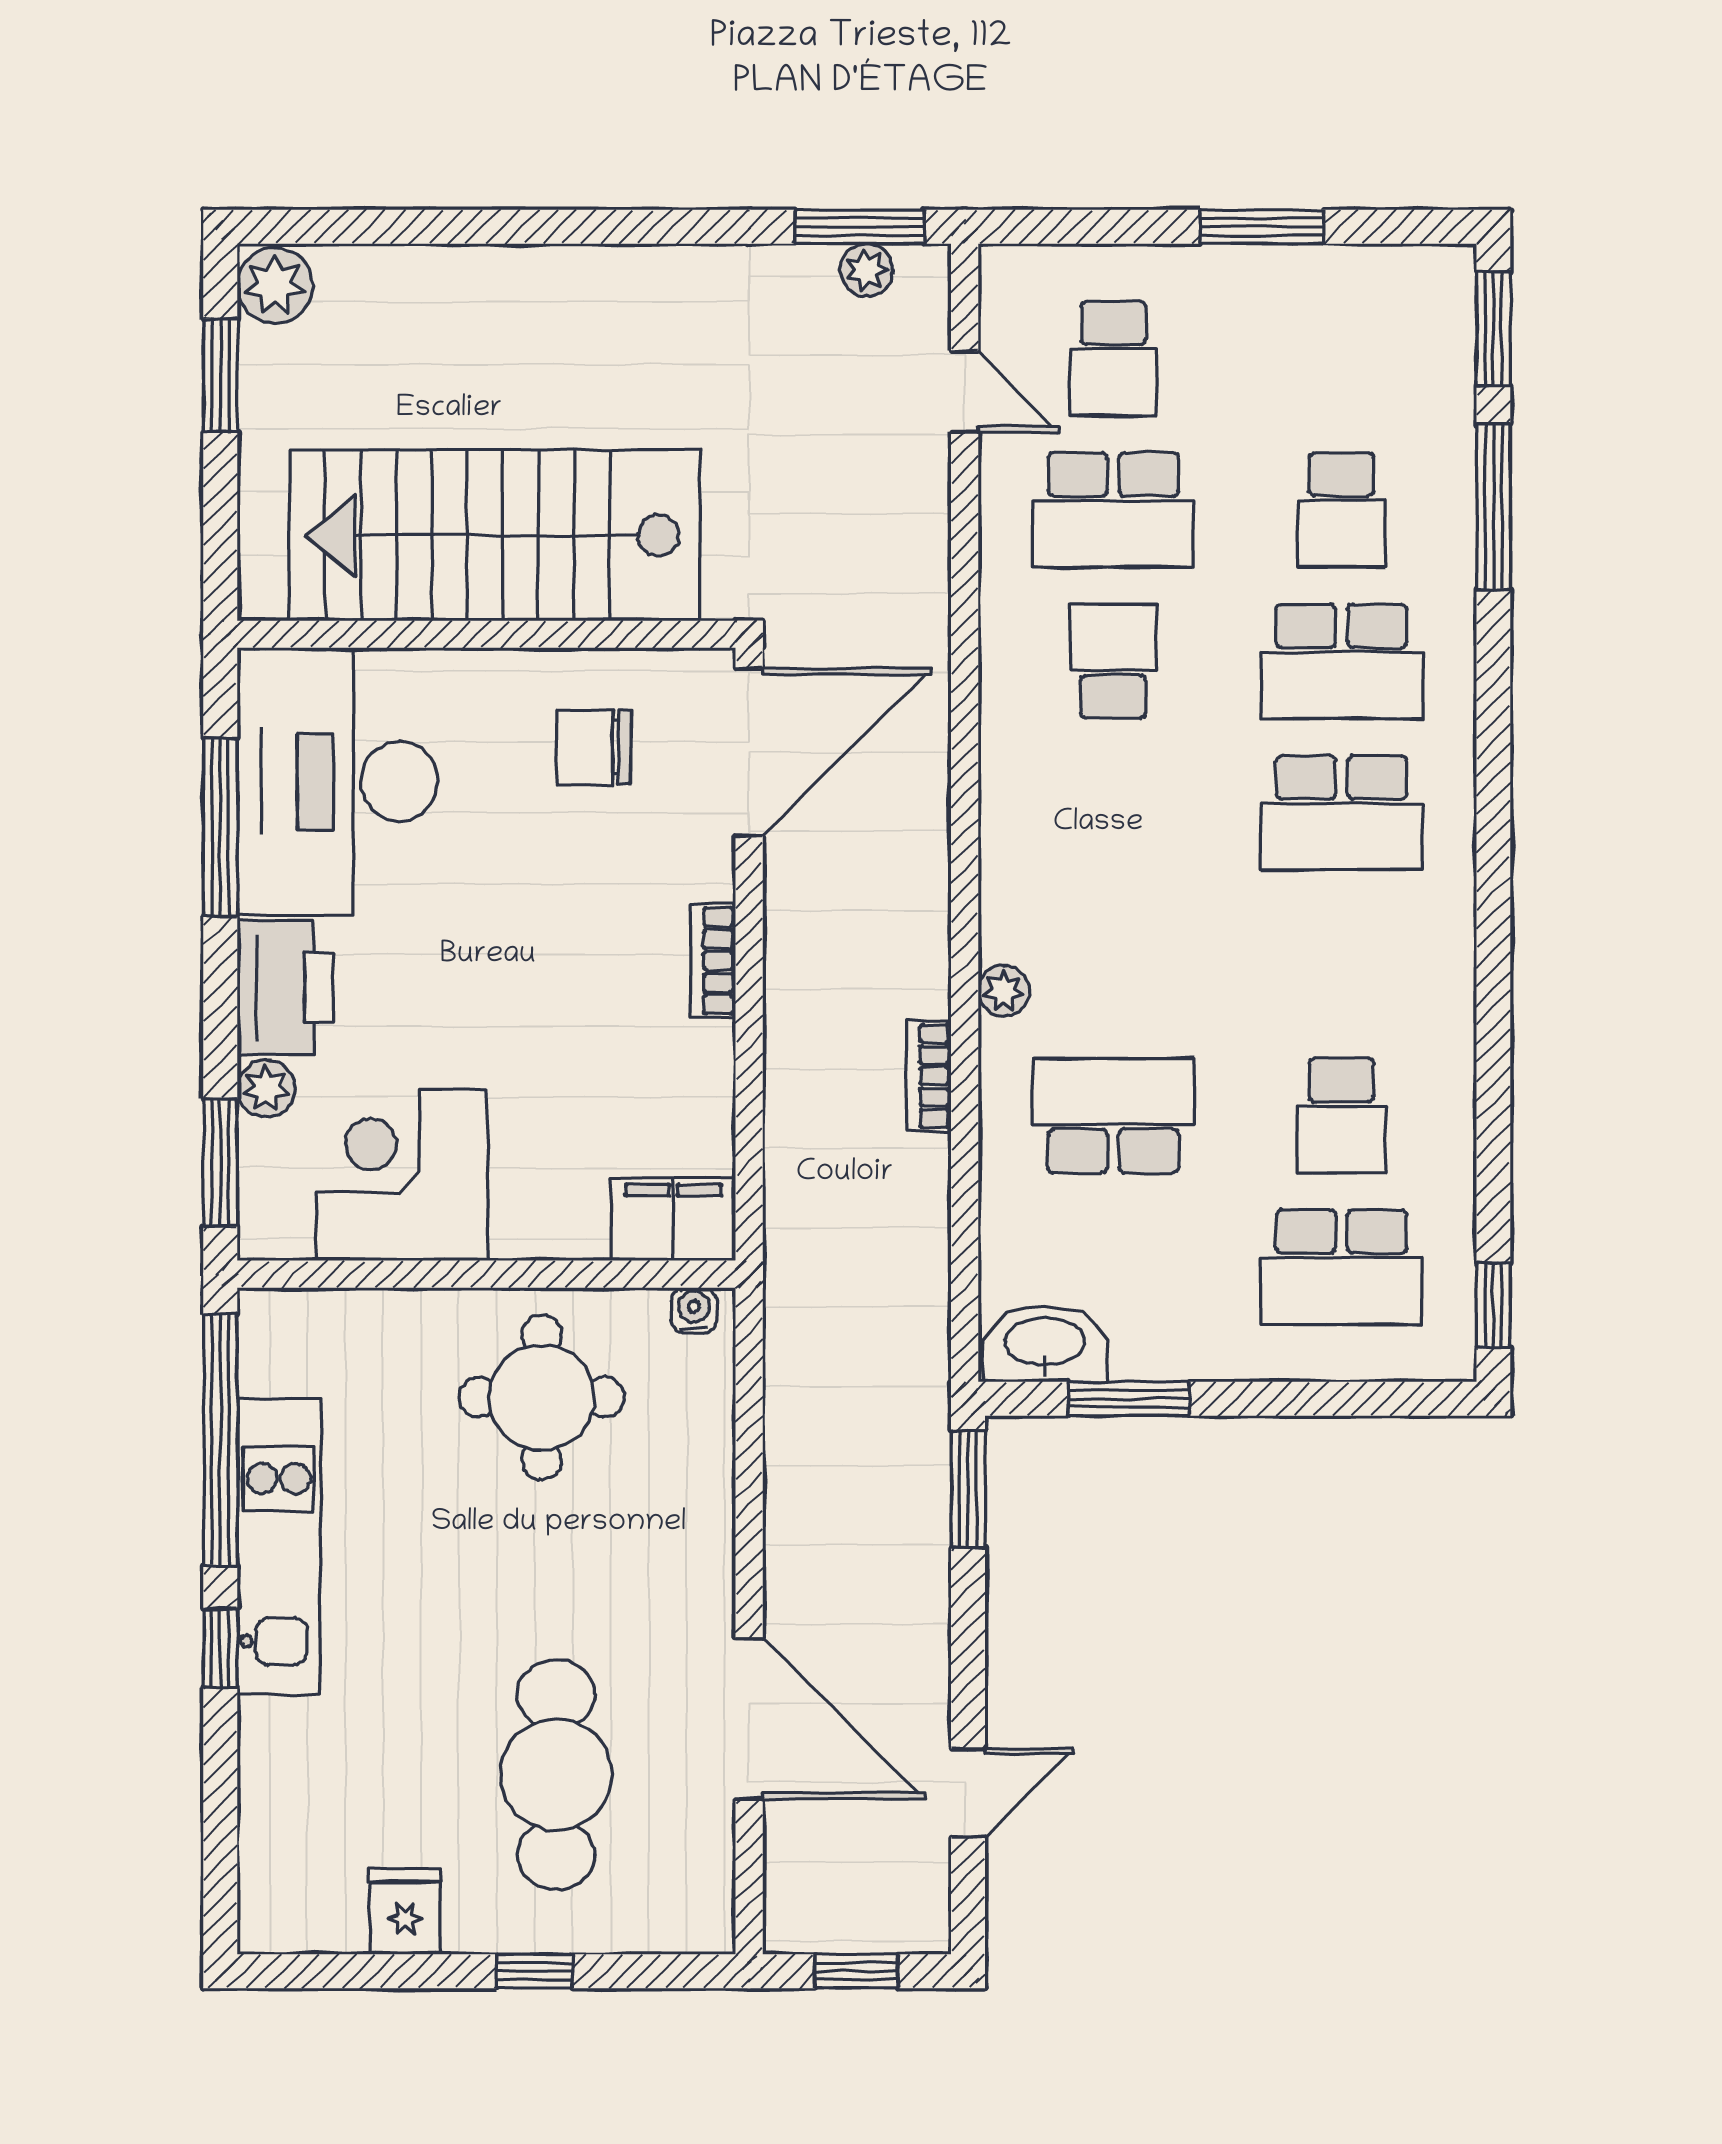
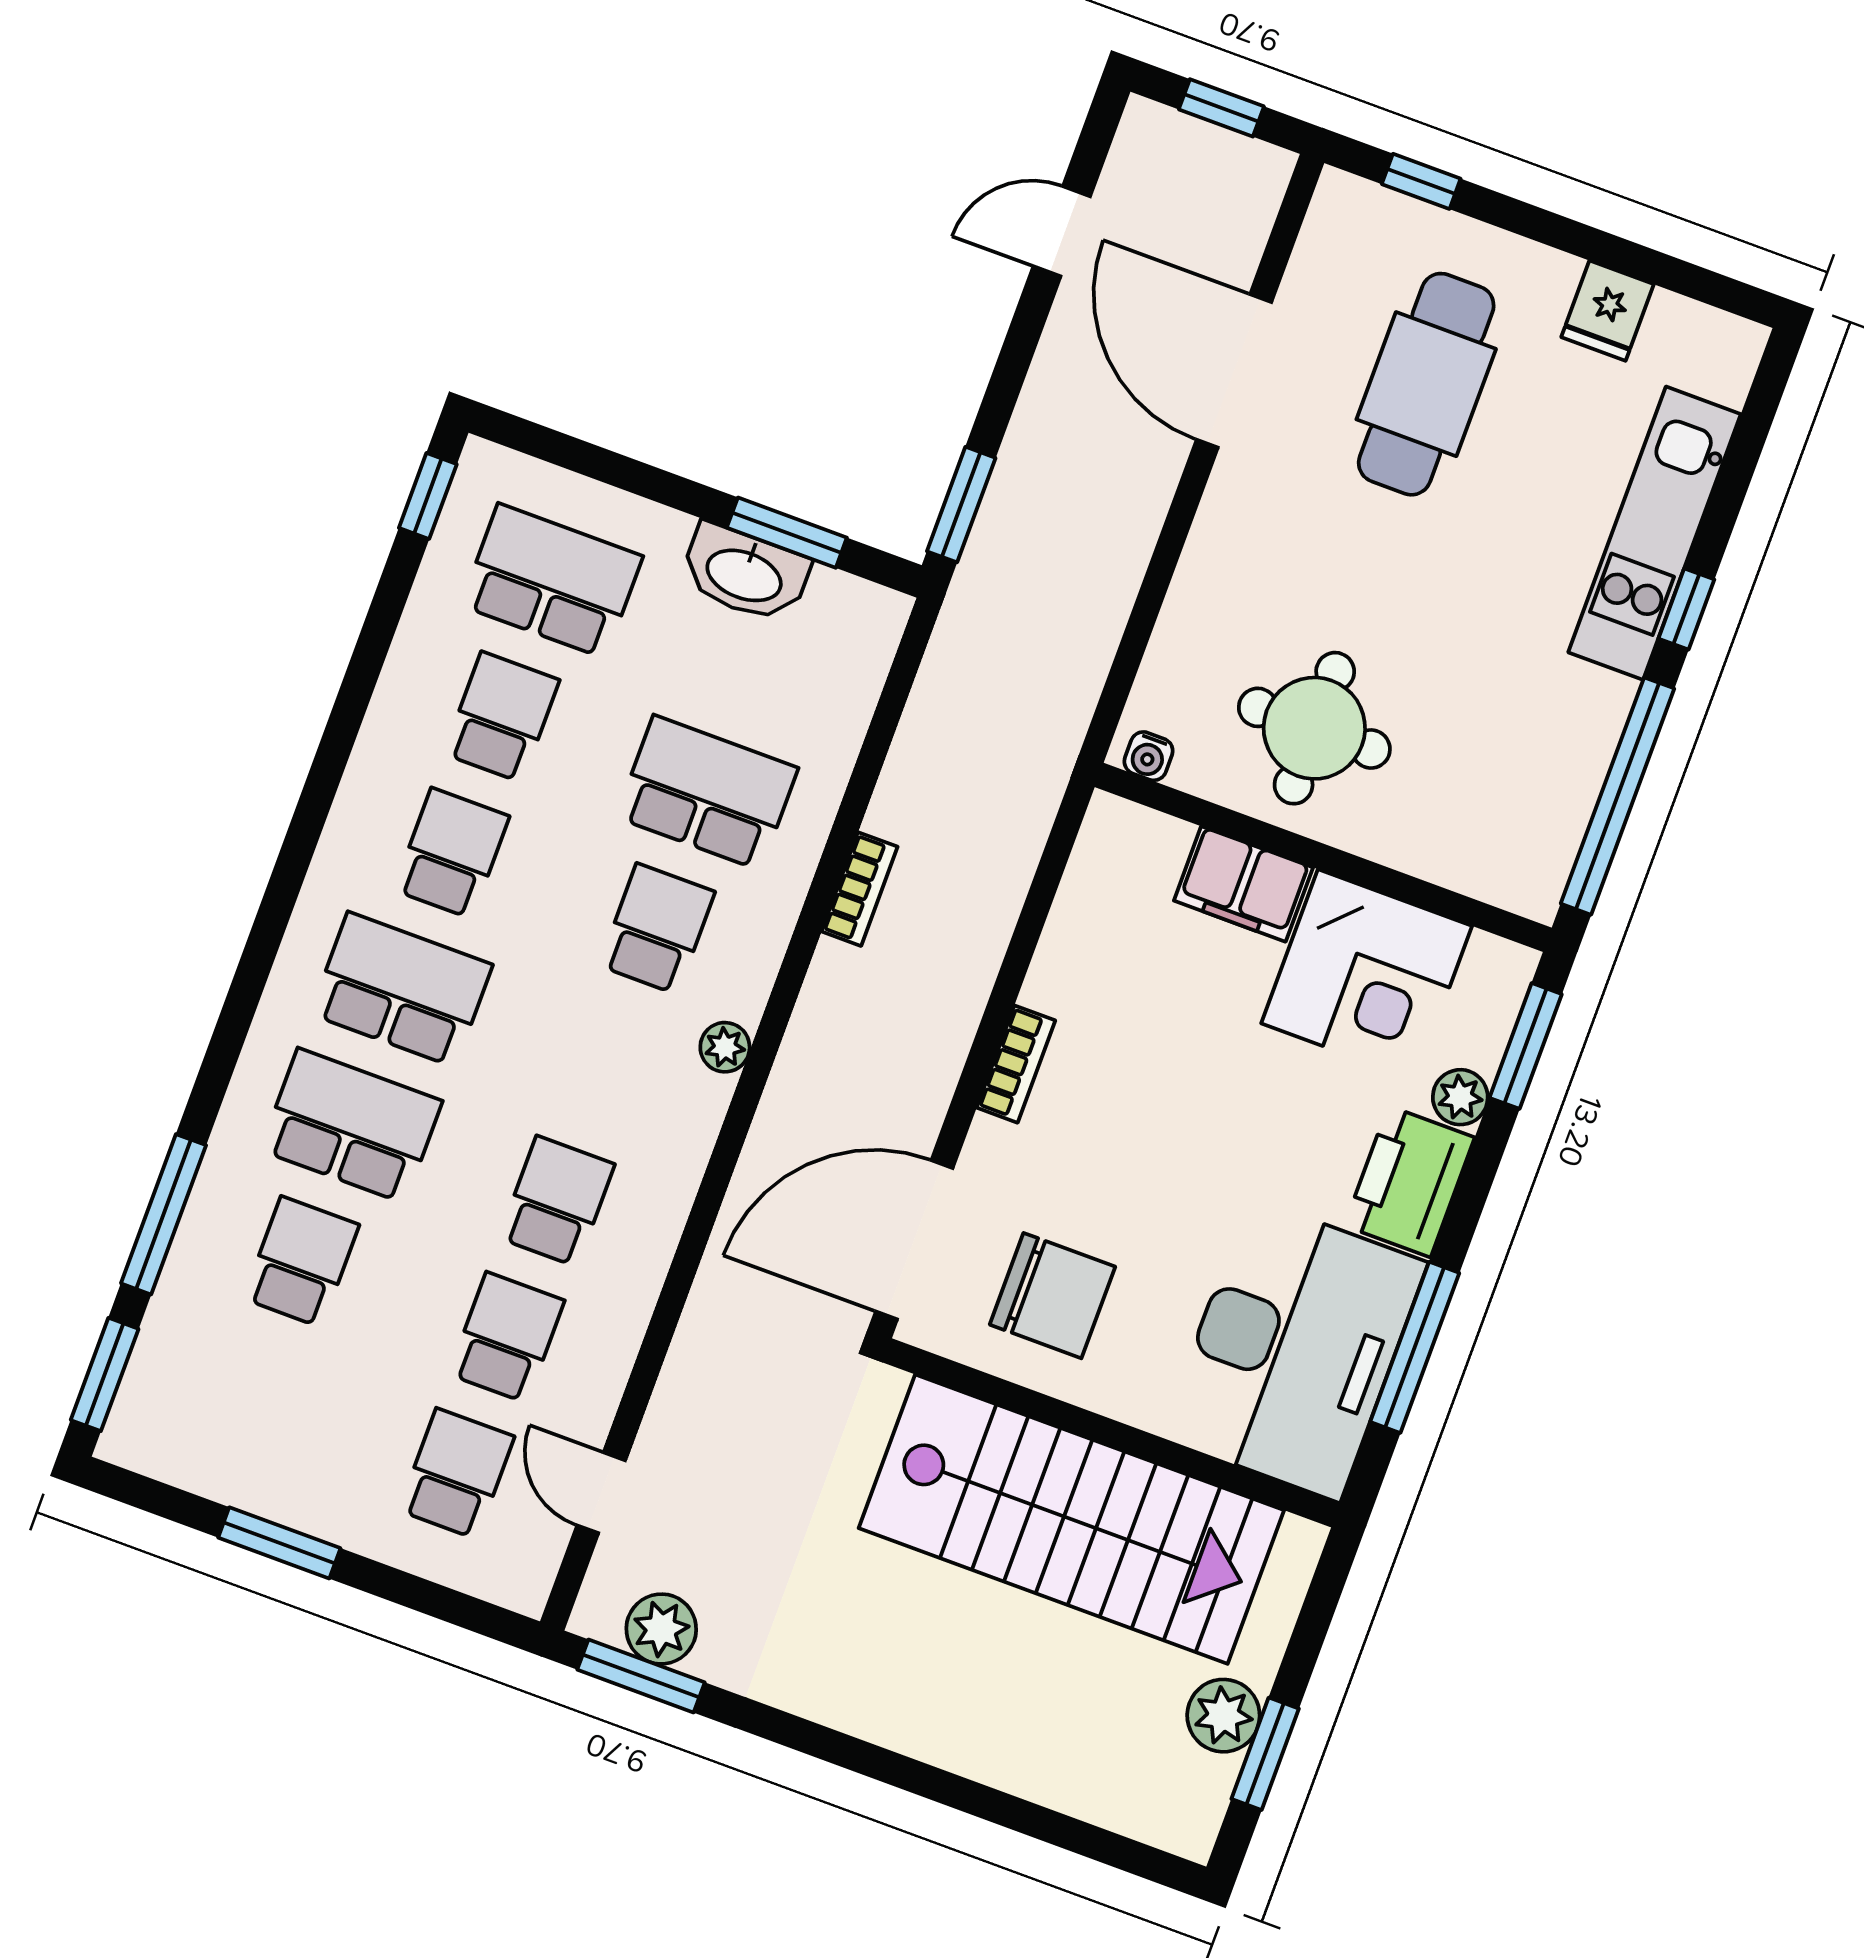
plant: (867, 270) -> (661, 1629), width x1.38, depth x1.38
plant: (275, 286) -> (1223, 1716), moved
school desk: (1113, 510) -> (507, 1337), width x0.54
school desk: (1113, 661) -> (557, 1201), turned 180
chair: (594, 747) -> (1052, 1296), width x1.37, depth x1.37
school desk: (1113, 964) -> (657, 929), added
school desk: (1342, 964) -> (452, 853), added
plant: (1004, 991) -> (725, 1047), moved
school desk: (1113, 1116) -> (707, 793), turned 180
filing cabinet: (673, 1219) -> (1243, 884), moved
washbasin: (1045, 1344) -> (745, 573), moved
kitchen unit: (279, 1547) -> (1655, 533), moved
window: (535, 1971) -> (1421, 181), moved

